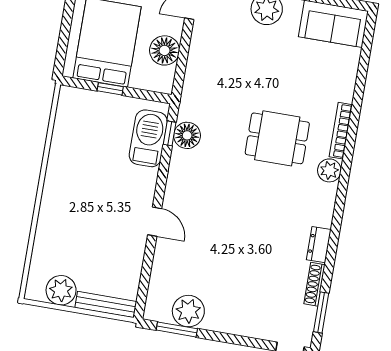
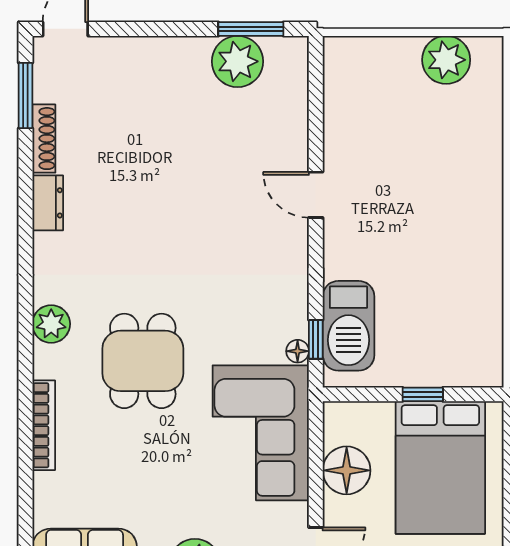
corner sofa: (213, 82) -> (261, 433), added
bookcase: (341, 131) -> (44, 425), moved
floor lamp: (187, 135) -> (298, 351), width x0.53, depth x0.53
dining table: (277, 138) -> (143, 361), turned 90
bench: (106, 305) -> (371, 49), removed

